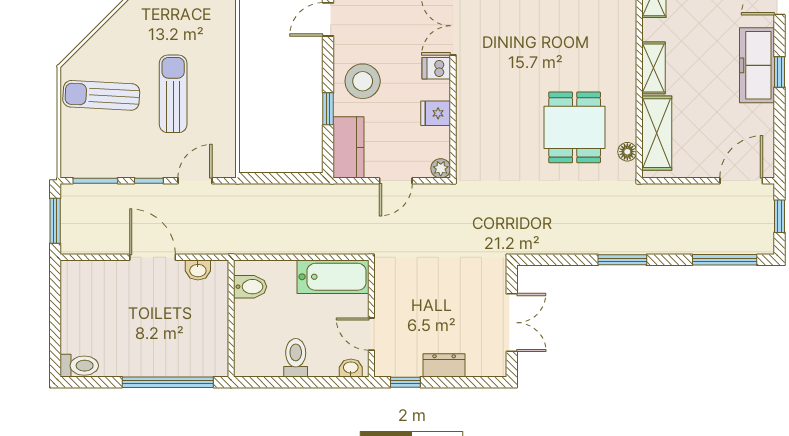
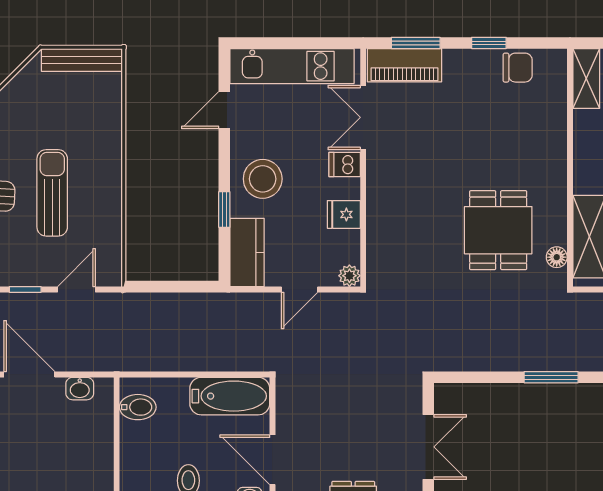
shelving: (653, 68) -> (586, 164), removed
door: (371, 334) -> (272, 460), width x1.38

